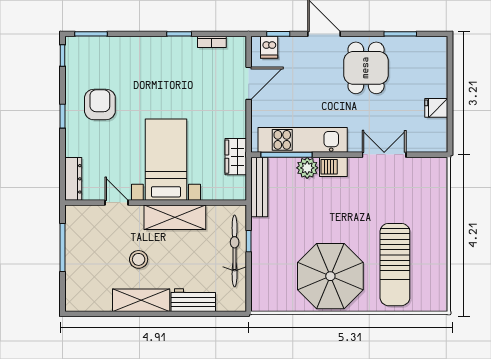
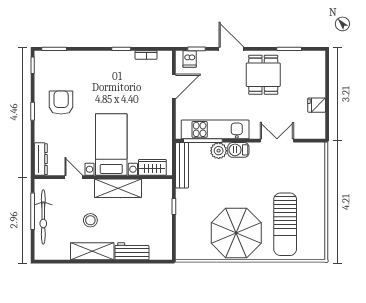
wardrobe: (236, 157) -> (152, 167), moved, turned 90
bicycle: (235, 251) -> (43, 217), moved, turned 180

